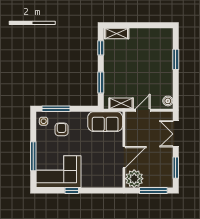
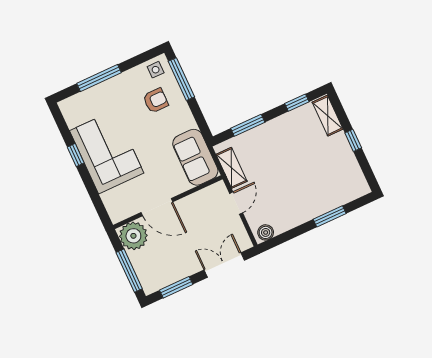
window: (138, 25) -> (353, 140), added
door: (143, 110) -> (236, 203), hinge flipped
corner sofa: (58, 172) -> (107, 152), moved

